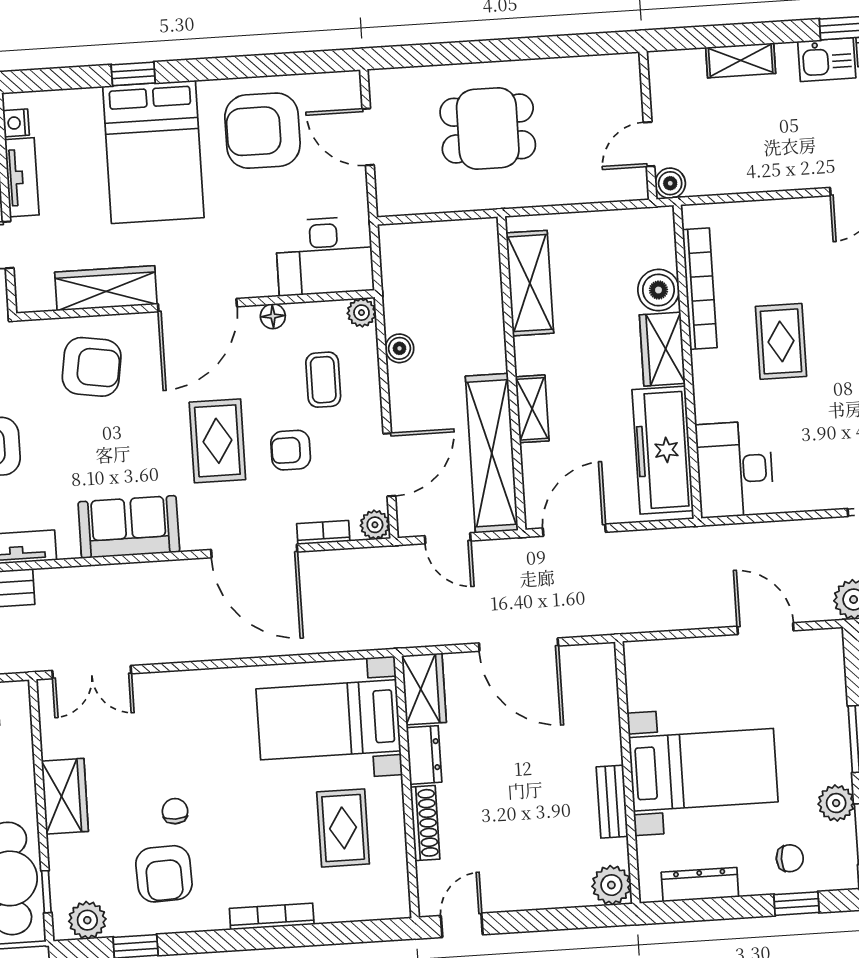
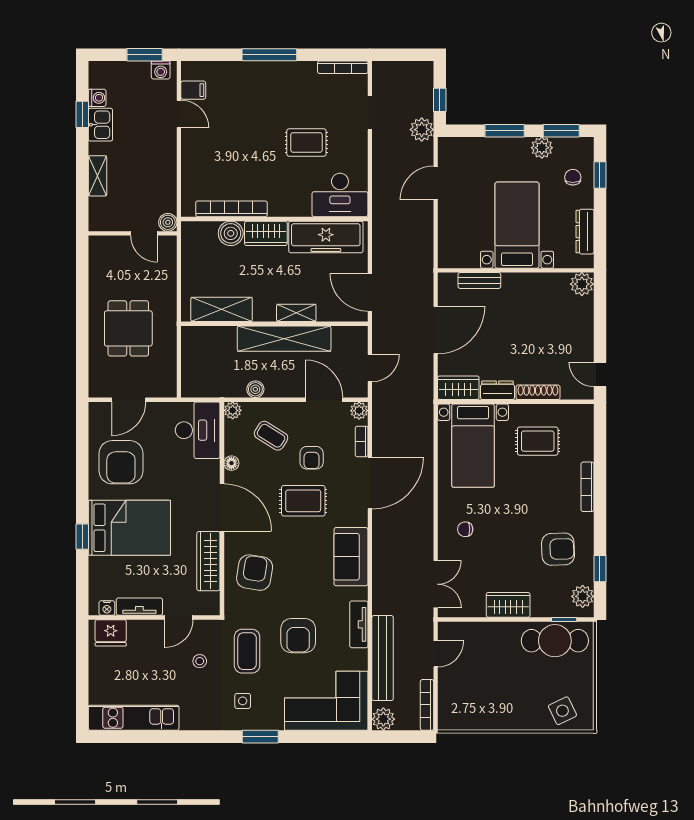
rug: (781, 341) -> (306, 142), moved
coffee table: (323, 380) -> (271, 436), turned 32
shelving: (492, 453) -> (284, 339), moved
bench: (612, 802) -> (479, 281), moved
chair: (175, 811) -> (465, 529), moved

